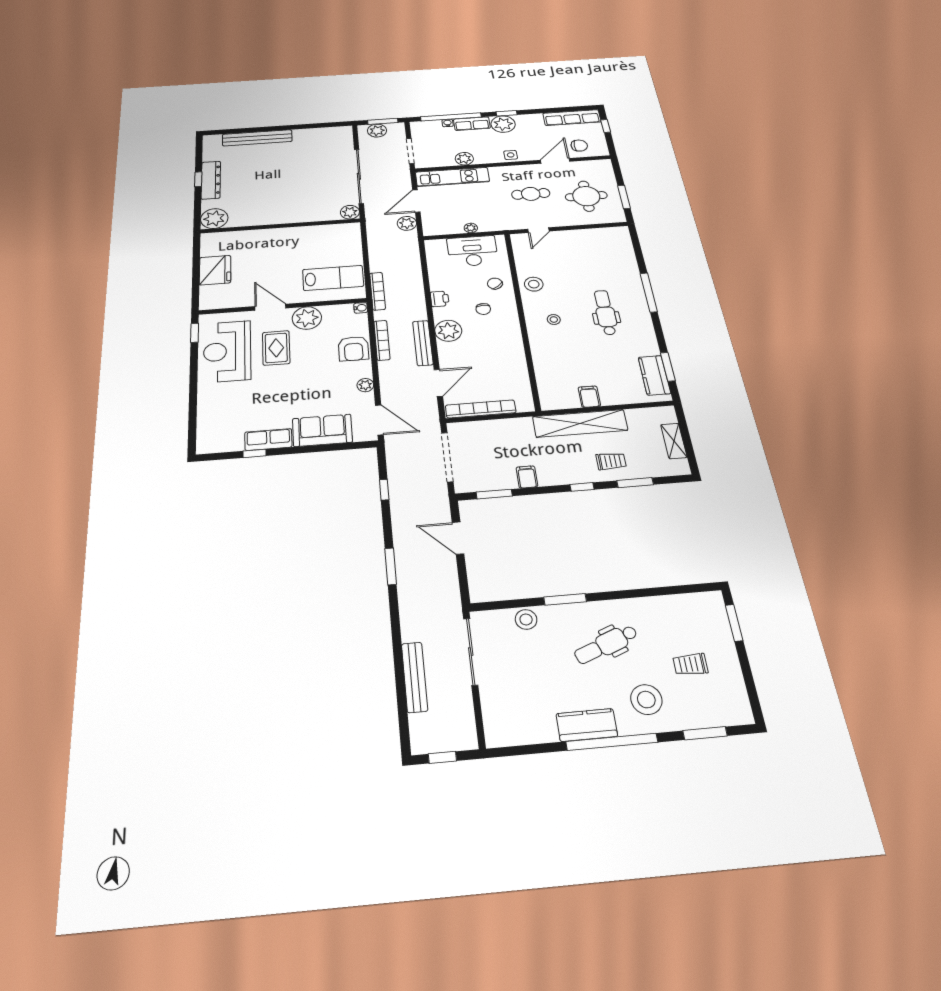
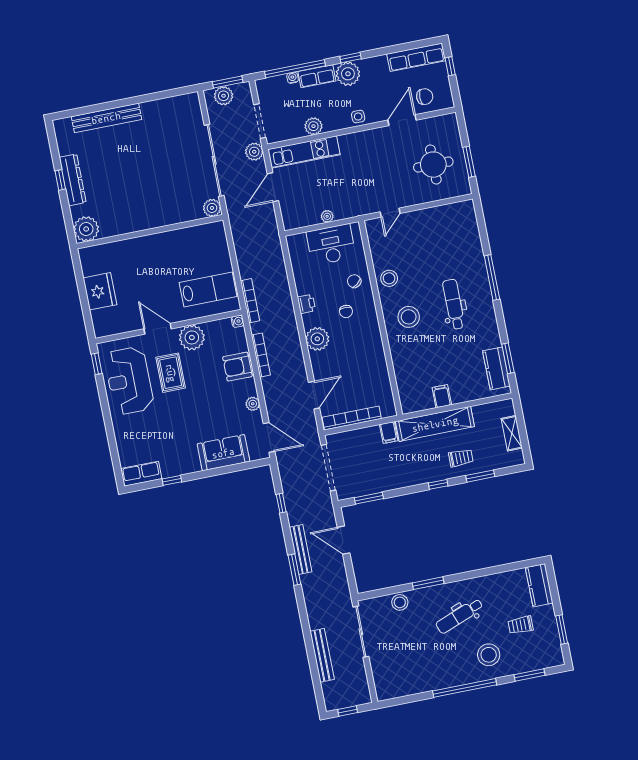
cafe table: (531, 194) -> (381, 167), removed
plant: (407, 223) -> (254, 152), moved
stool: (554, 319) -> (409, 317), width x1.89, depth x1.89
bench: (423, 343) -> (301, 549), moved
armchair: (353, 349) -> (237, 367), turned 90
row of seats: (268, 439) -> (141, 474), moved
filing cabinet: (527, 477) -> (389, 433), moved, turned 180
window: (734, 623) -> (562, 629), moved
kitchen counter: (587, 725) -> (539, 585), moved, turned -90

